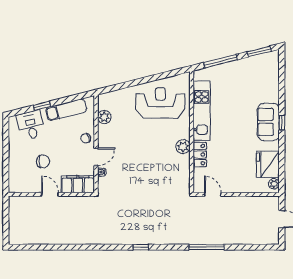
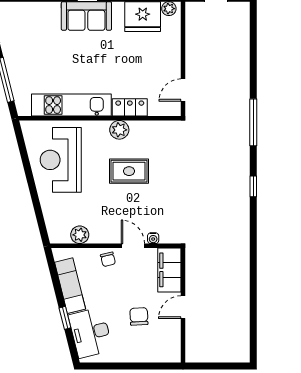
desk: (31, 125) -> (91, 333), width x1.37
rug: (152, 154) -> (129, 171), added
window: (206, 247) -> (253, 122), moved

